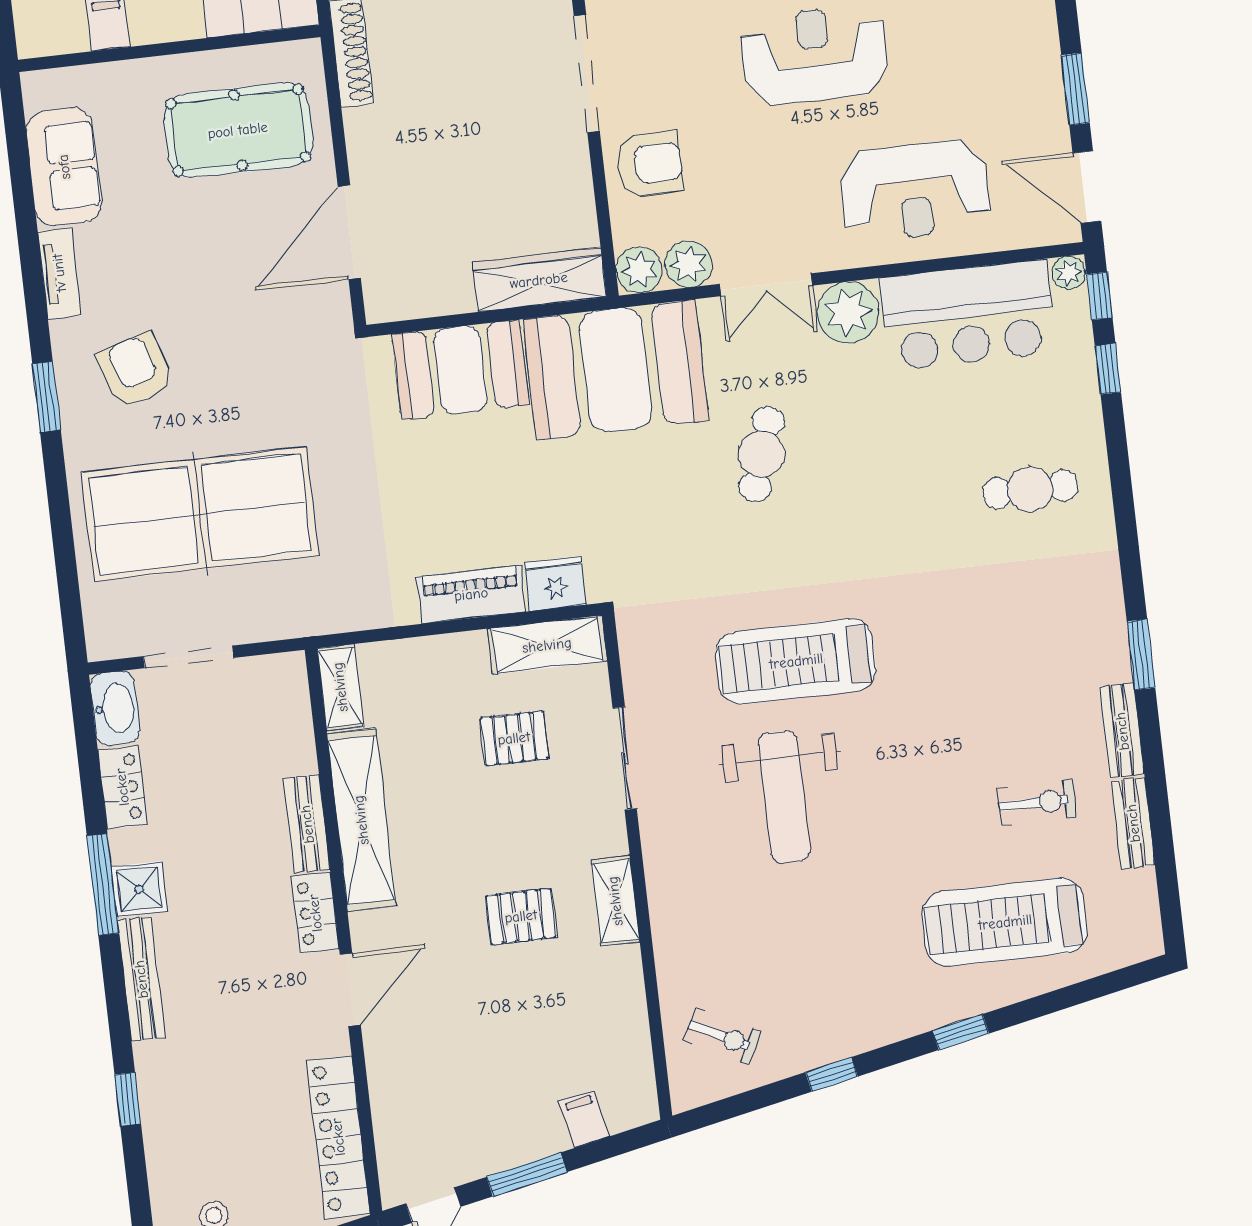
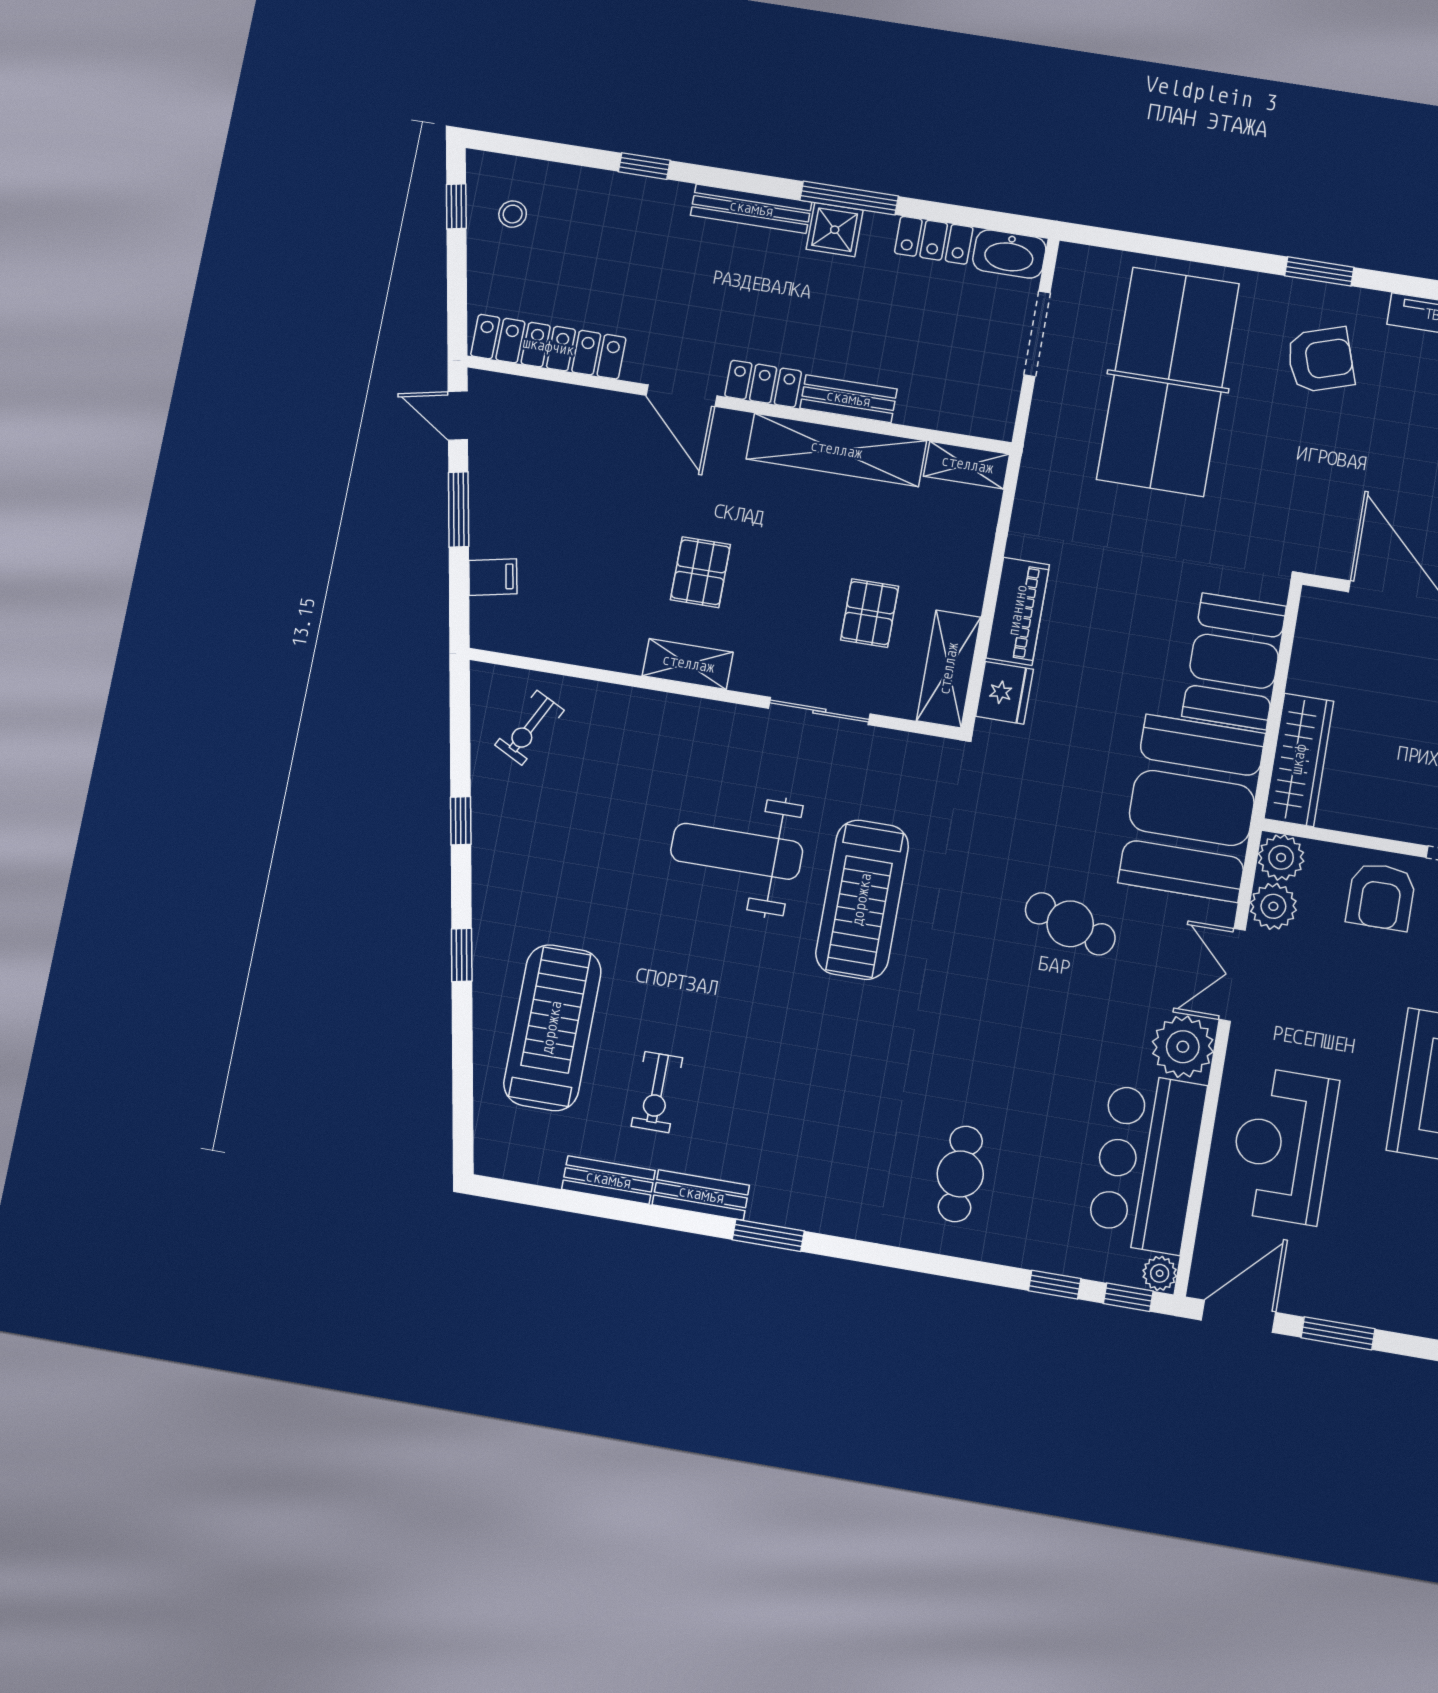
treadmill: (796, 661) -> (862, 900), turned 180

